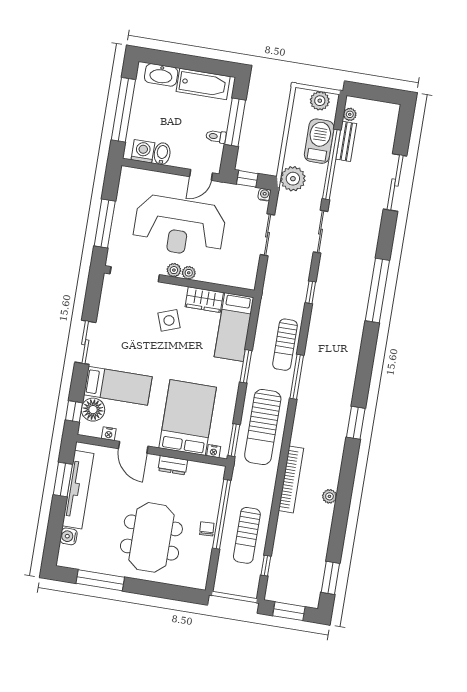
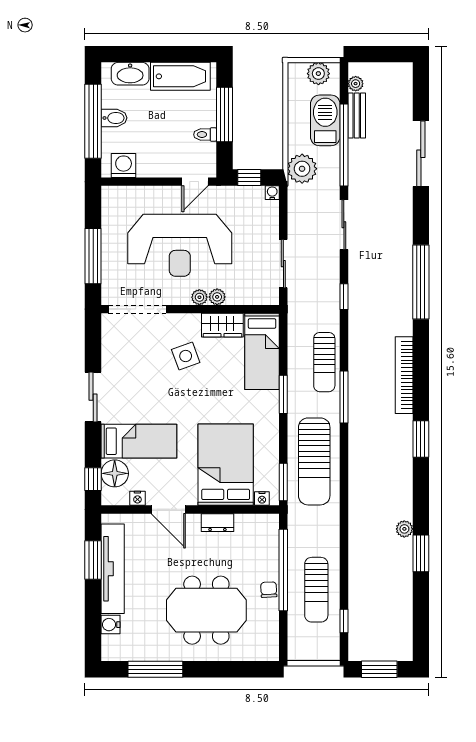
bidet: (162, 154) -> (114, 118), moved, turned 90
sliding door: (267, 235) -> (283, 264), moved
plant: (174, 270) -> (217, 297), moved
bookcase: (291, 479) -> (404, 375), moved, turned 180
meeting table: (151, 537) -> (206, 610), turned 90
window: (330, 578) -> (421, 553), moved

